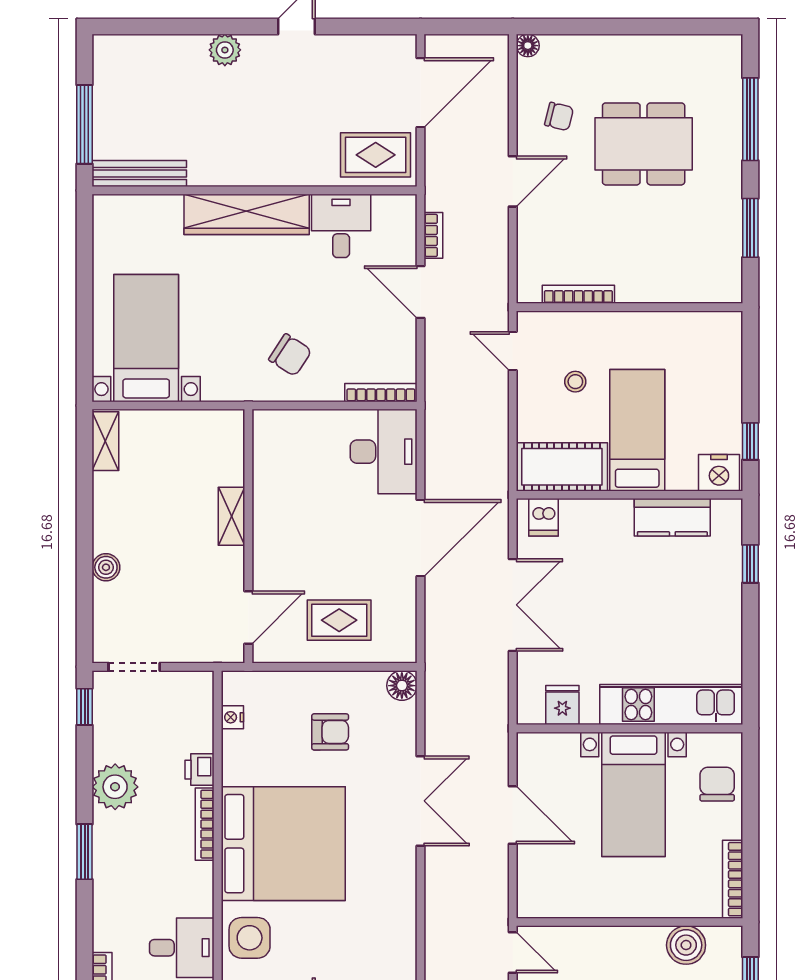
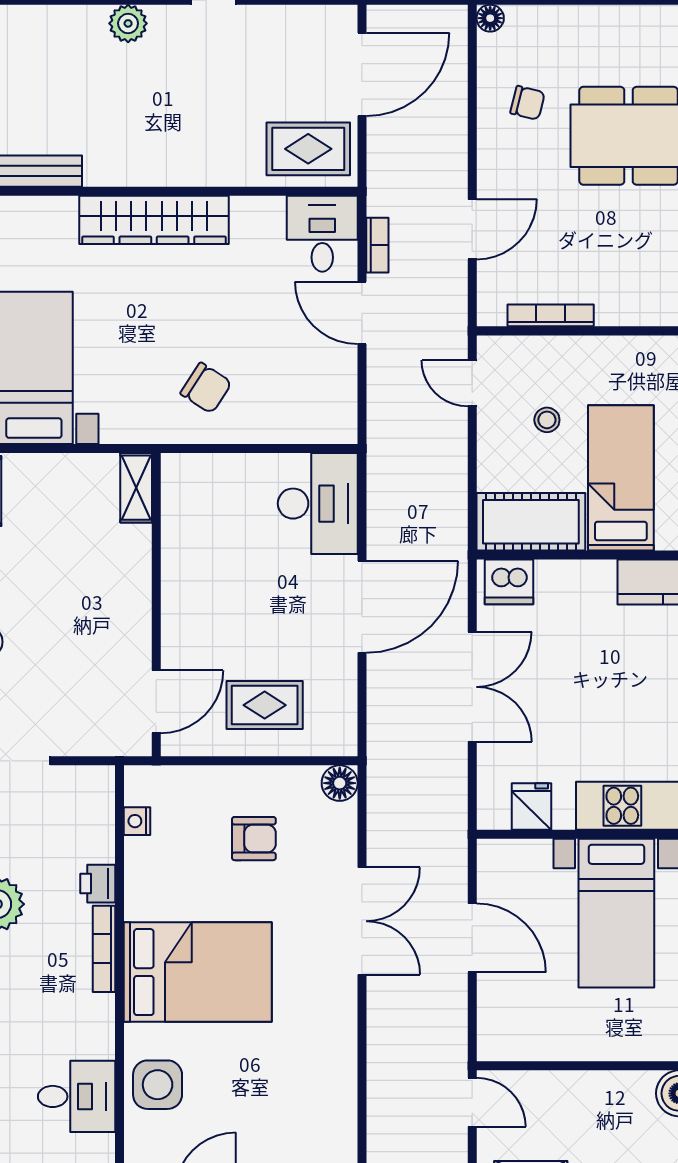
door: (513, 181) -> (472, 229), moved
desk: (341, 226) -> (322, 234), moved
bookcase: (381, 393) -> (315, 433), removed
shelving: (232, 516) -> (136, 488), moved
dishwasher: (544, 517) -> (509, 582), width x1.38
bed: (283, 844) -> (198, 972), width x0.73

